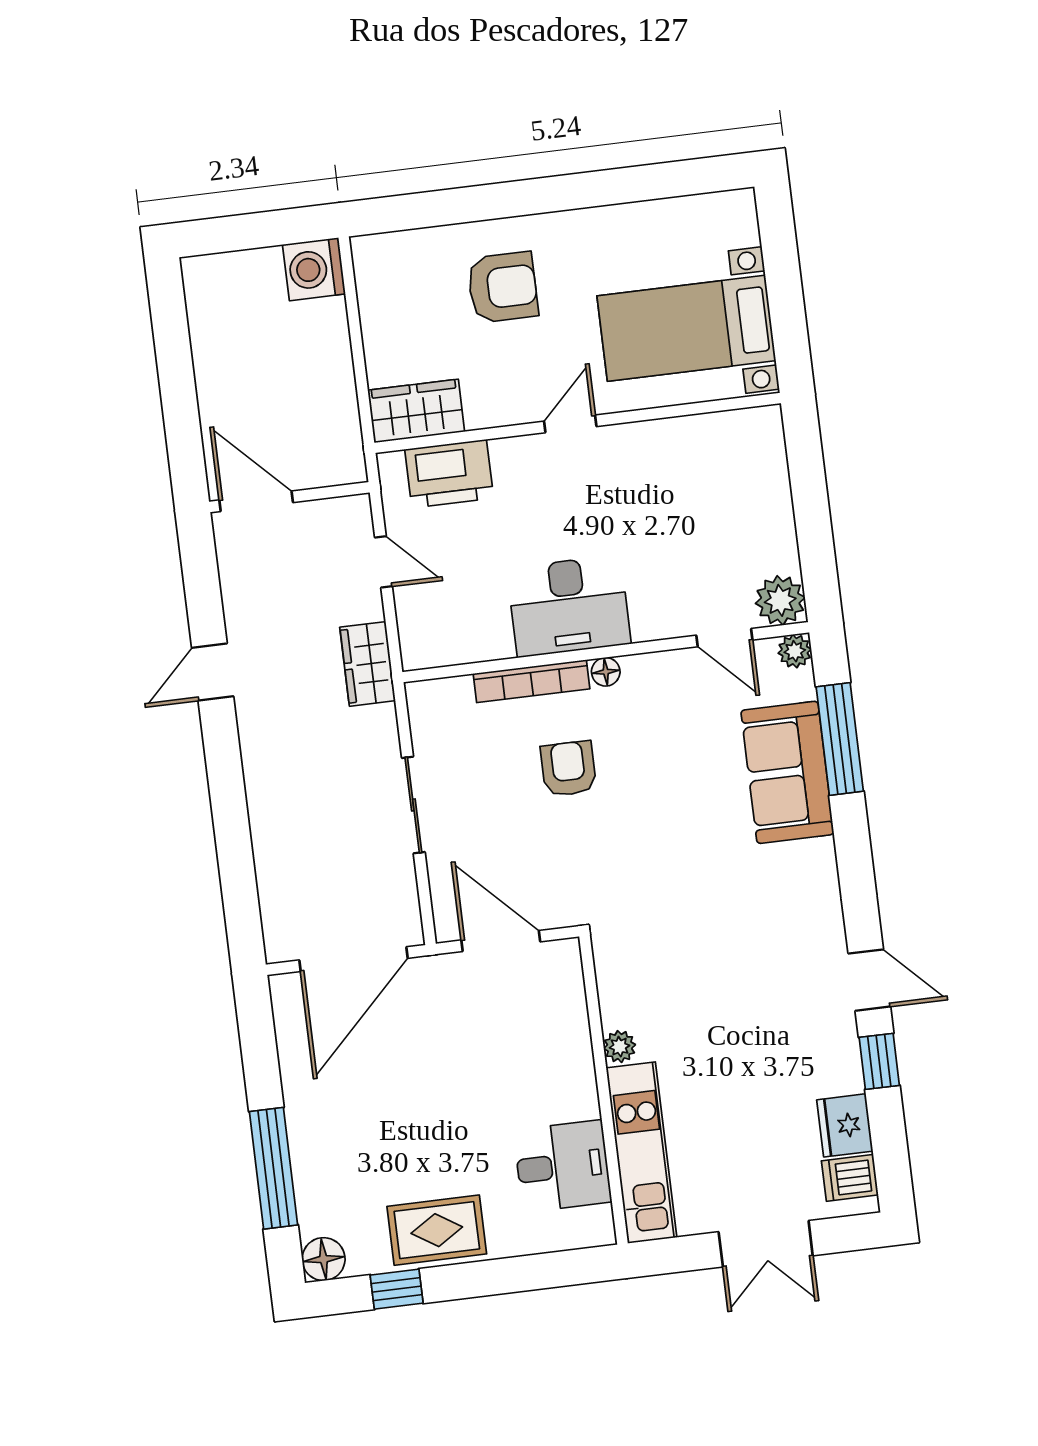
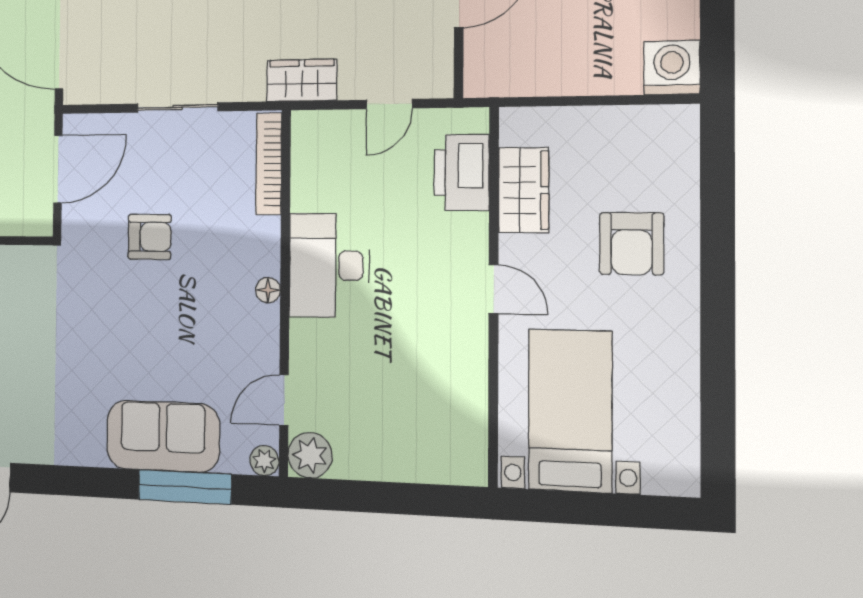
wardrobe: (416, 411) -> (524, 190), moved
bookcase: (532, 681) -> (269, 164), moved
armchair: (568, 769) -> (150, 237), moved

